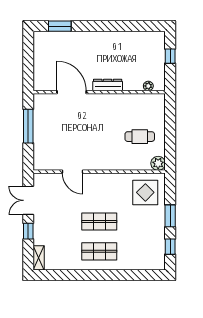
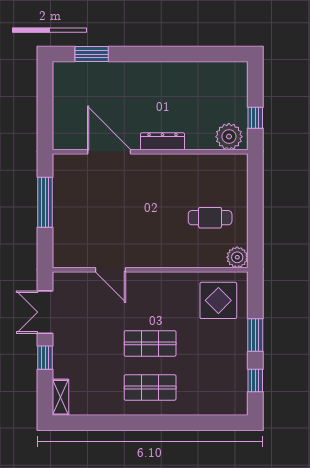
window: (170, 56) -> (255, 118), moved
plant: (148, 86) -> (229, 137), width x1.87, depth x1.87

